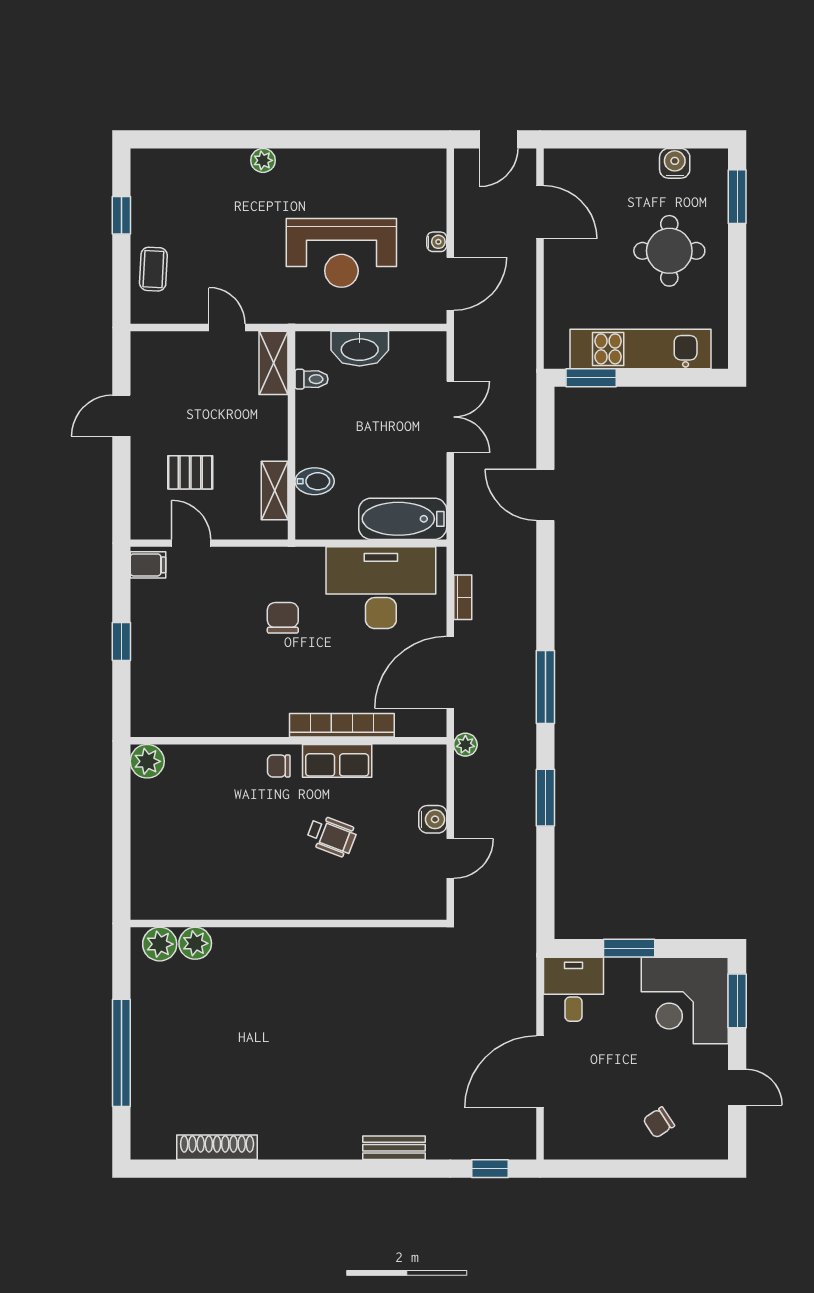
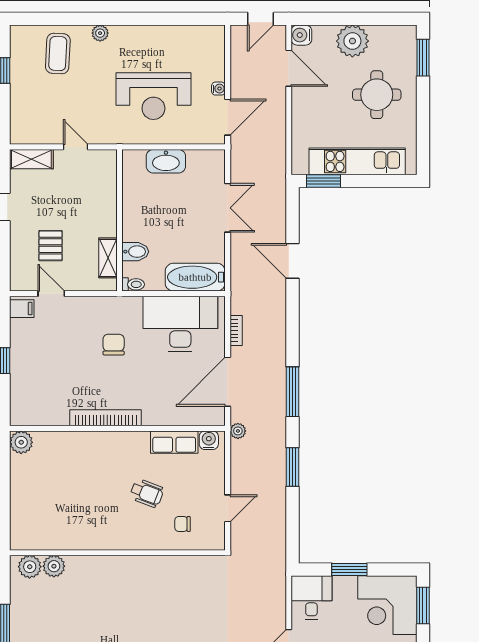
water cooler: (675, 163) -> (301, 35), moved, turned -90
plant: (634, 172) -> (352, 41), added
coffee table: (153, 269) -> (58, 54), moved, width x1.36, depth x1.30
shelving: (274, 363) -> (31, 159), moved, turned 90
toilet: (311, 379) -> (133, 284), moved
pallet: (190, 472) -> (51, 246), turned 90
bookcase: (342, 725) -> (106, 418), moved
row of seats: (337, 761) -> (174, 442), moved
chair: (279, 766) -> (183, 524), moved
water cooler: (433, 819) -> (209, 440), moved, turned -90

